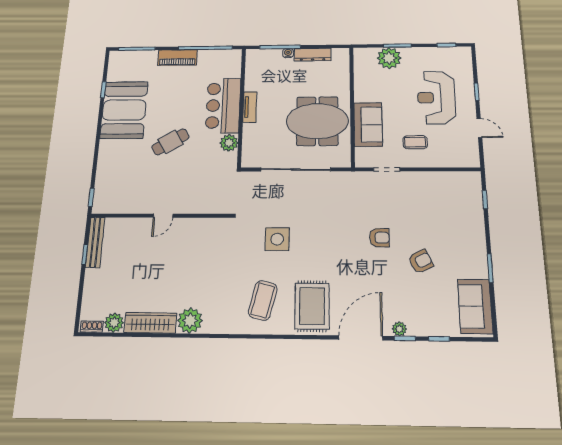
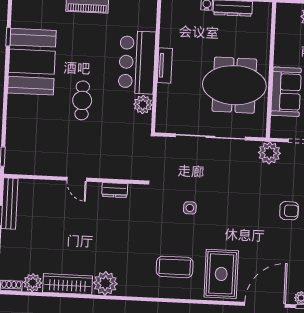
cafe table: (170, 142) -> (82, 100), turned -59
plant: (355, 182) -> (269, 153), added
door: (163, 216) -> (77, 179), hinge flipped
dresser: (201, 225) -> (115, 190), added
side table: (277, 239) -> (190, 208), width x0.54, depth x0.54
coffee table: (263, 300) -> (175, 267), turned 76

